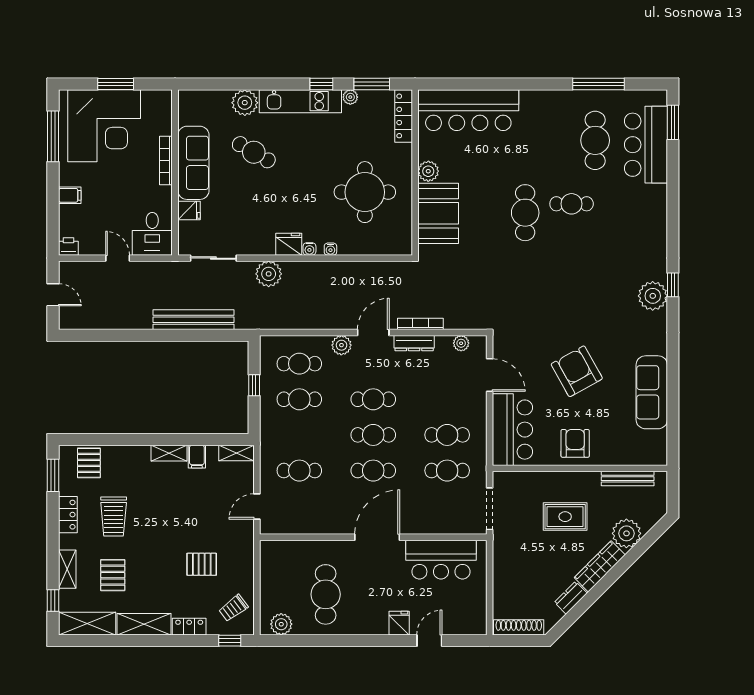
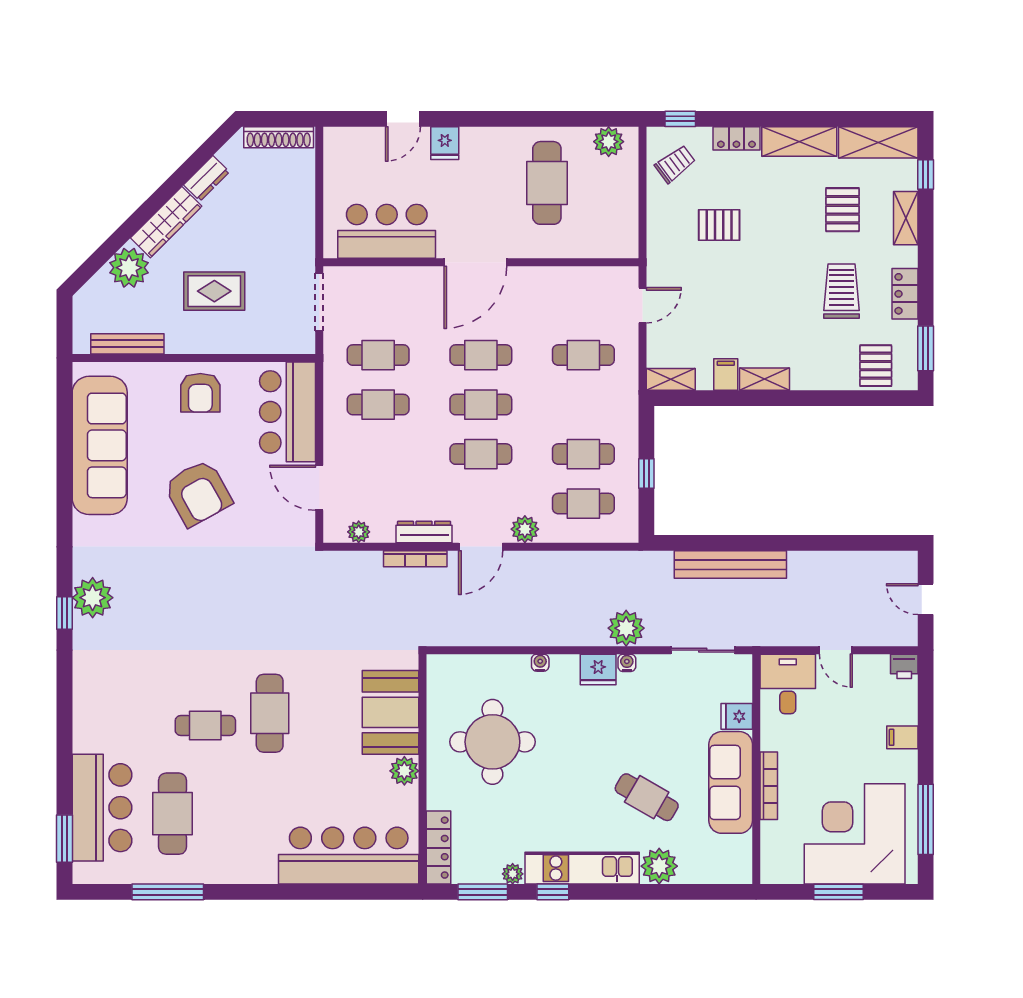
water cooler: (309, 249) -> (627, 663), moved
sofa: (652, 392) -> (100, 445), width x1.36, depth x1.27

